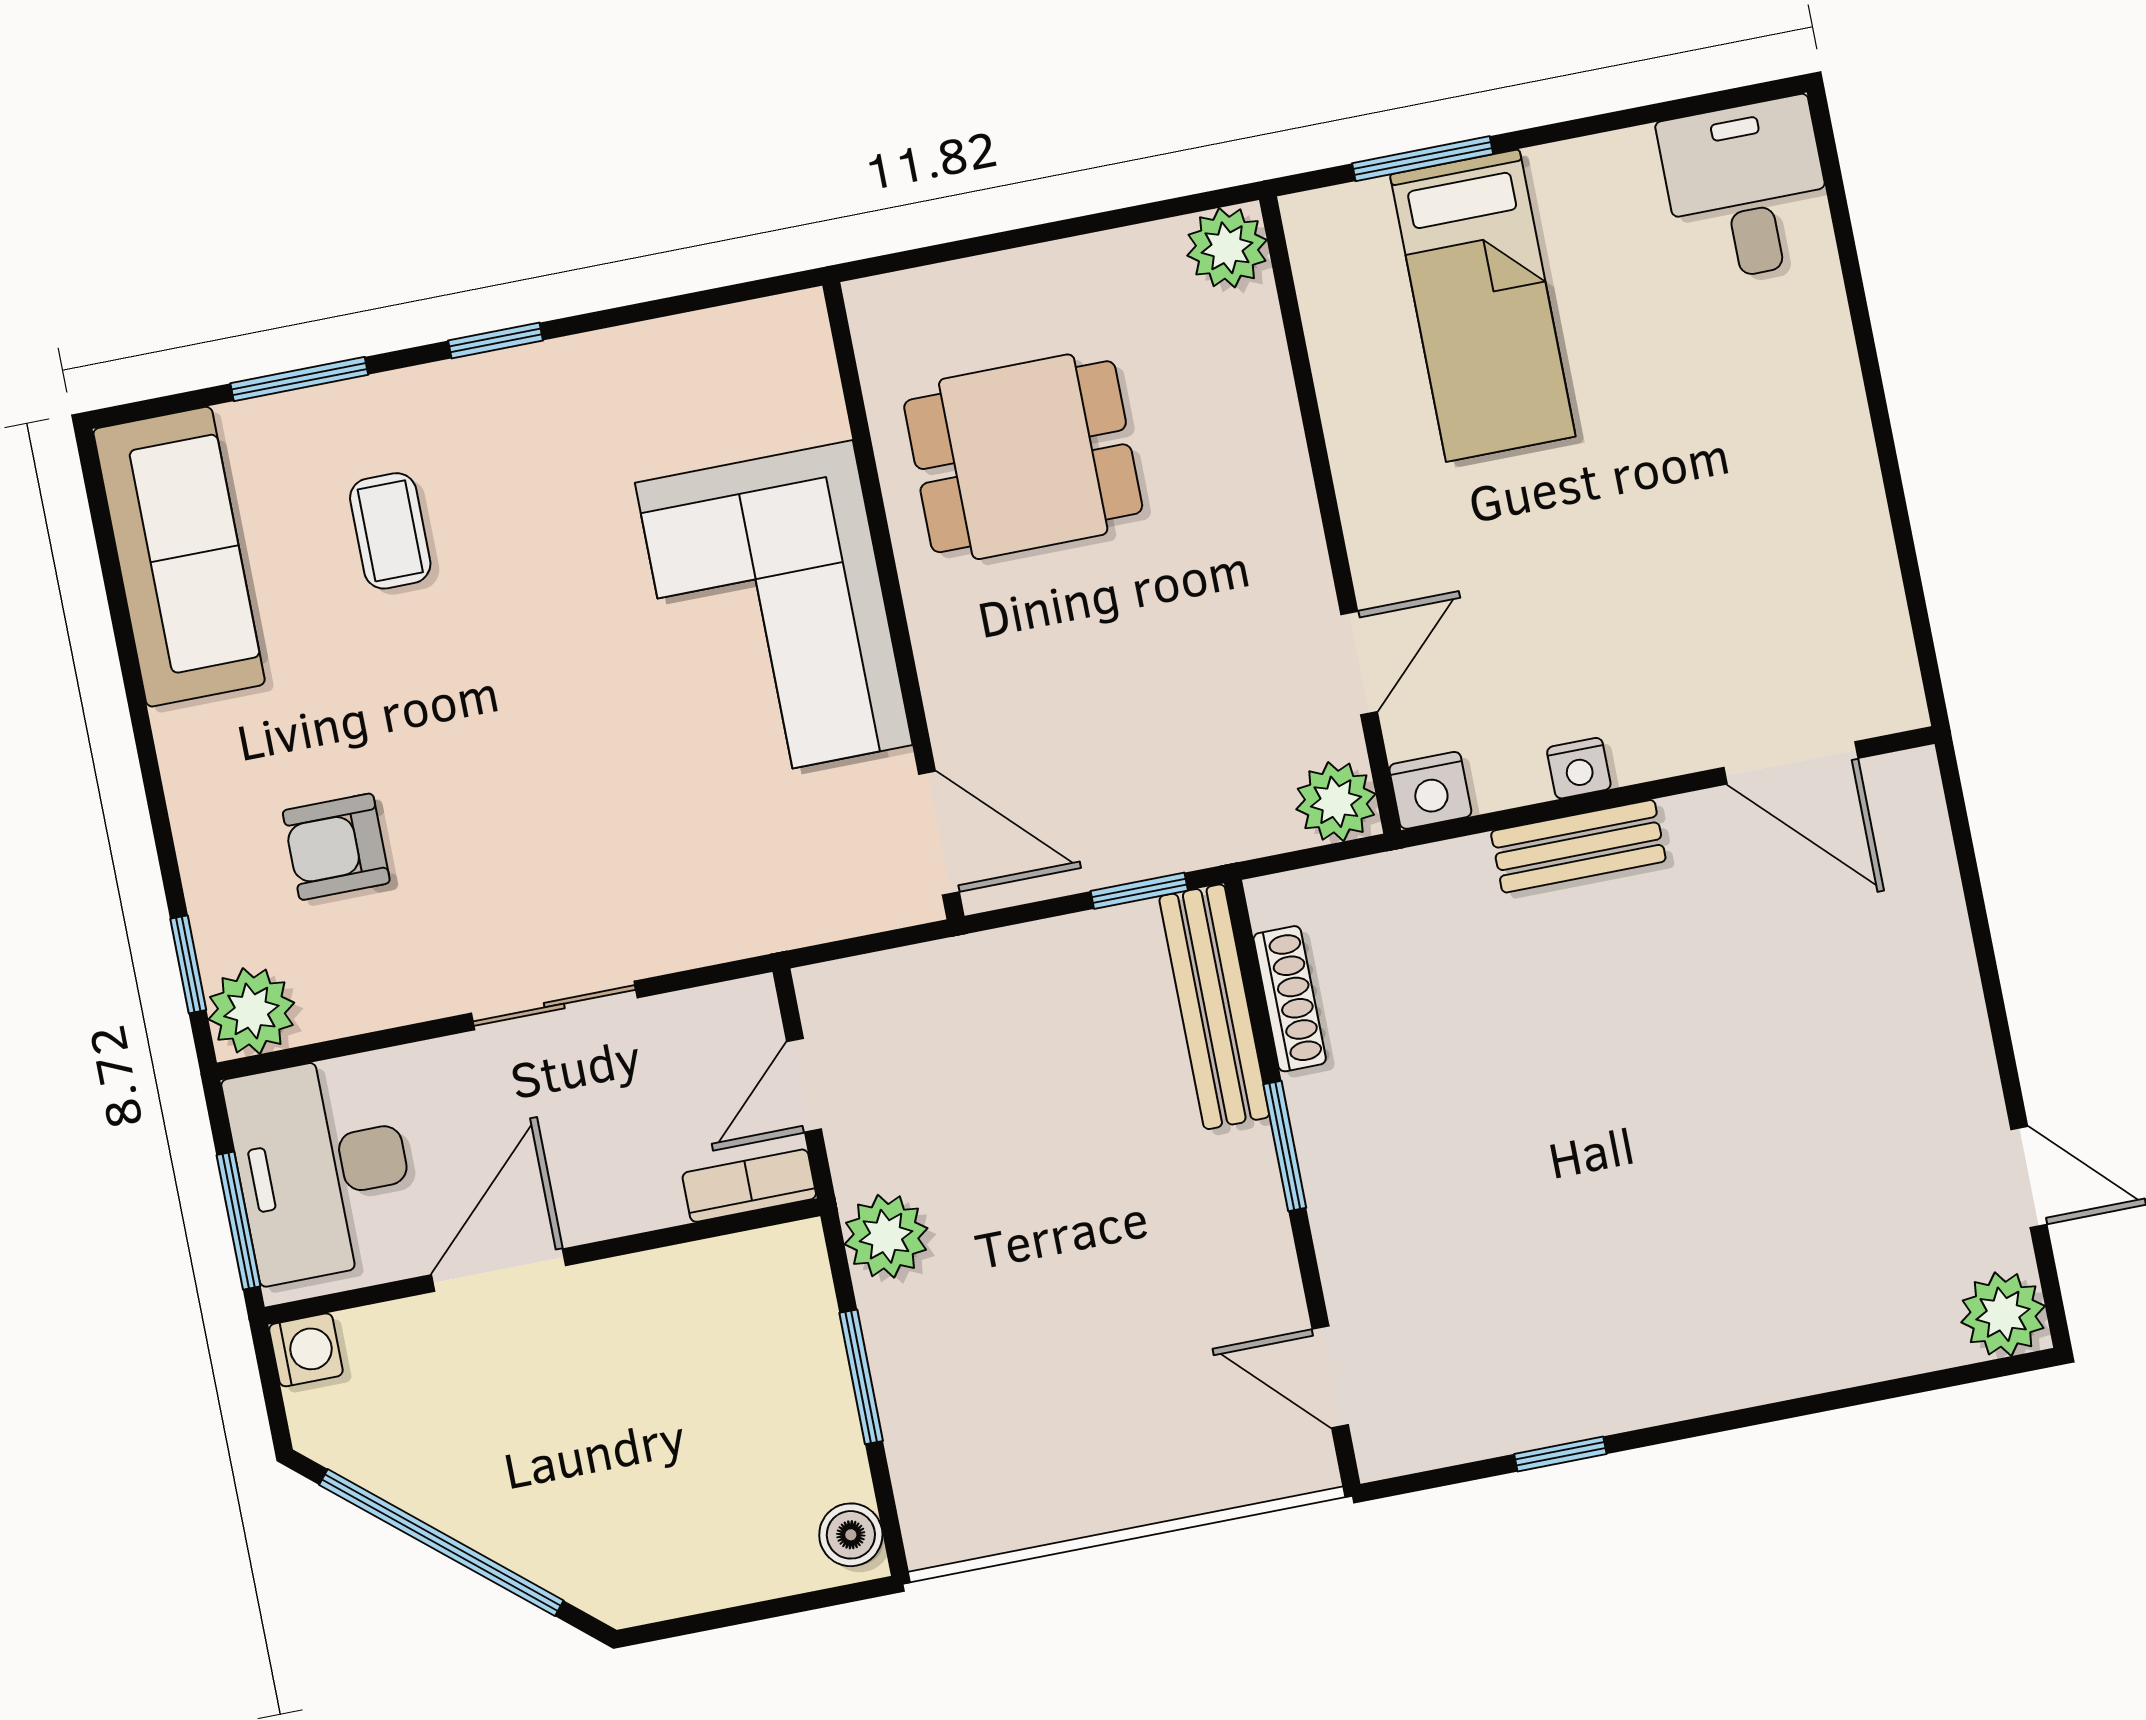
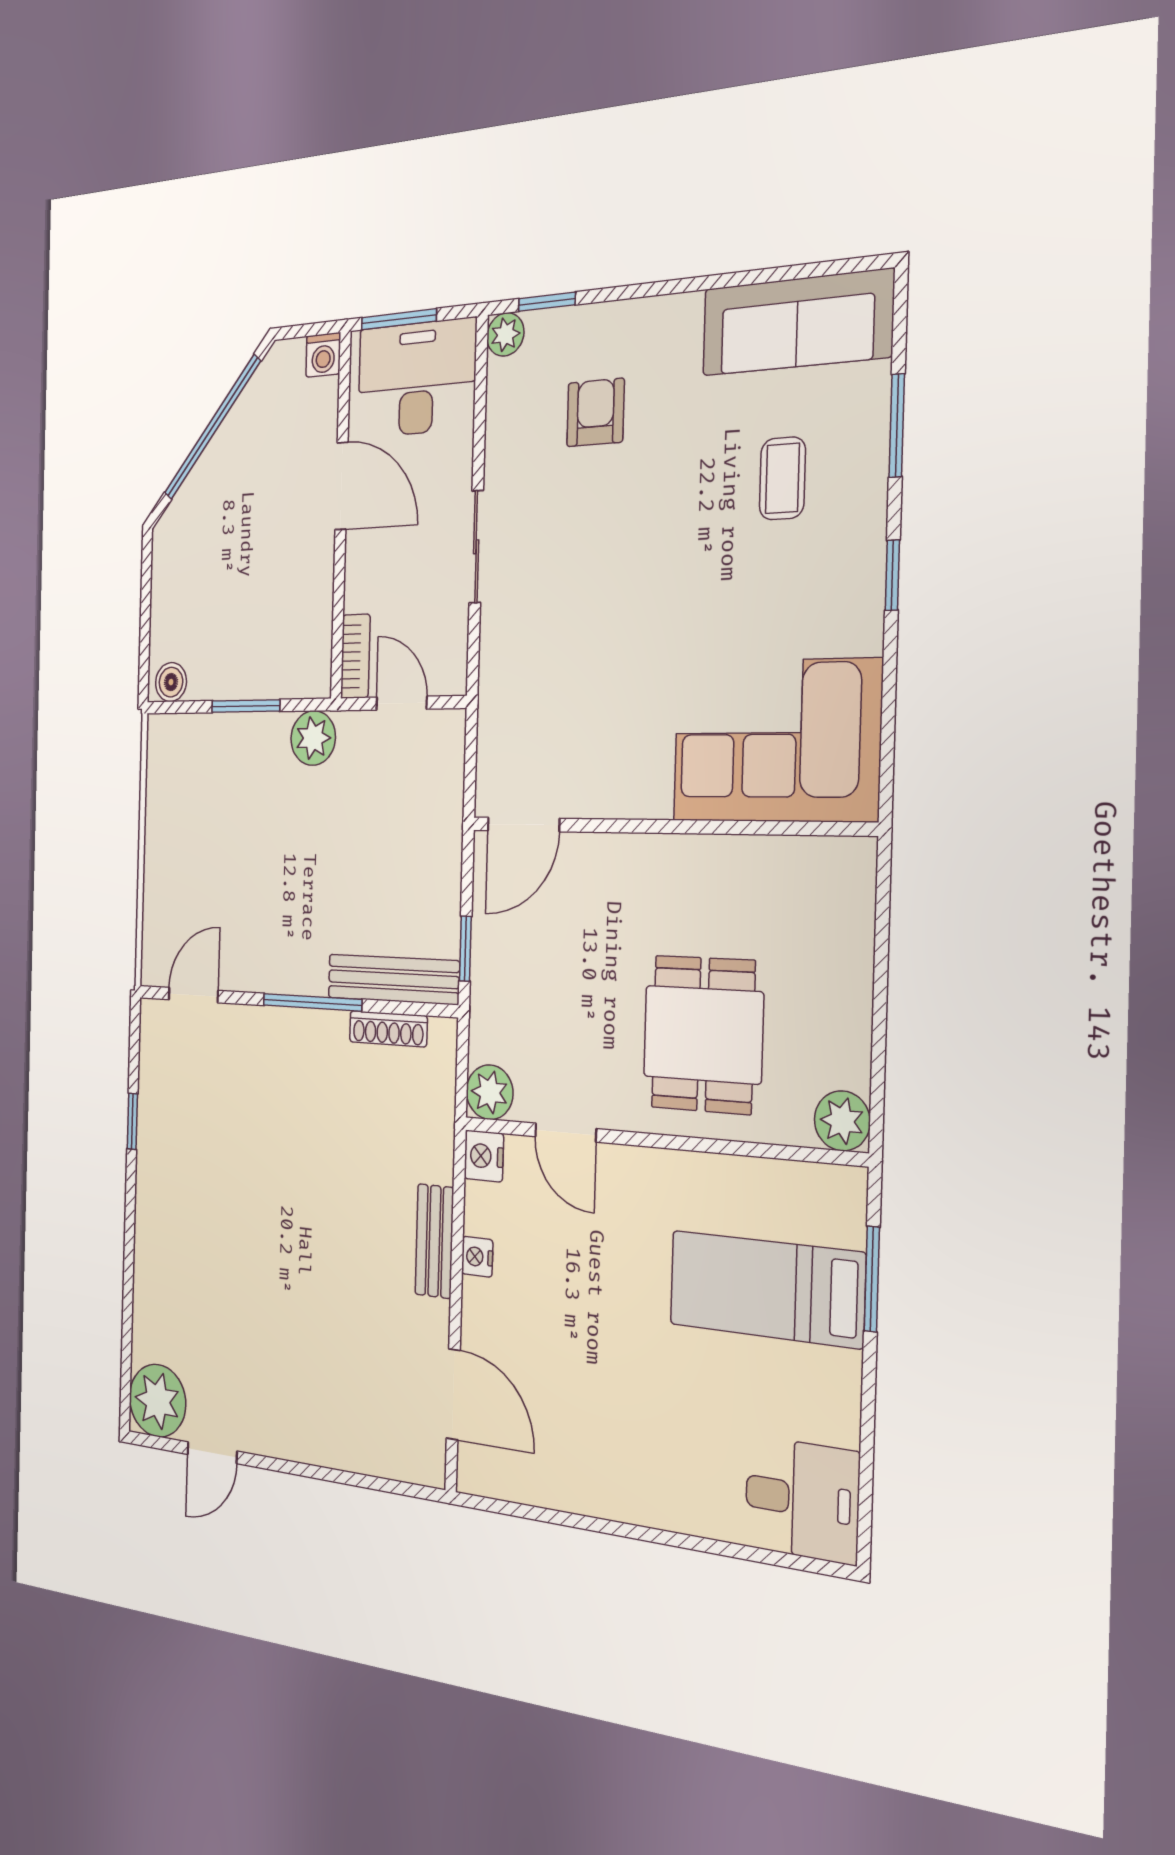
dining table: (1023, 457) -> (703, 1034), moved
coffee table: (390, 531) -> (782, 478), turned 90
corner sofa: (774, 614) -> (776, 741), moved
door: (1791, 763) -> (453, 1394), swing flipped
plant: (251, 1011) -> (505, 334), width x0.73, depth x0.73
window: (1285, 1146) -> (312, 1002), width x1.44
plant: (2003, 1314) -> (157, 1401), width x1.36, depth x1.36

